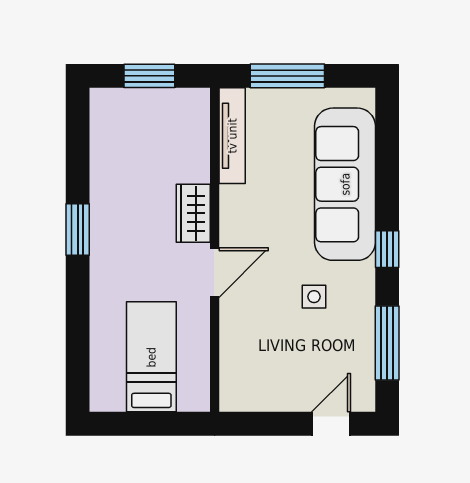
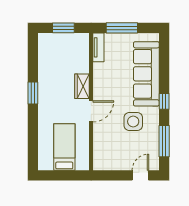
tv unit: (232, 136) -> (98, 47), width x0.71
side table: (314, 297) -> (133, 121), width x1.87, depth x1.87

